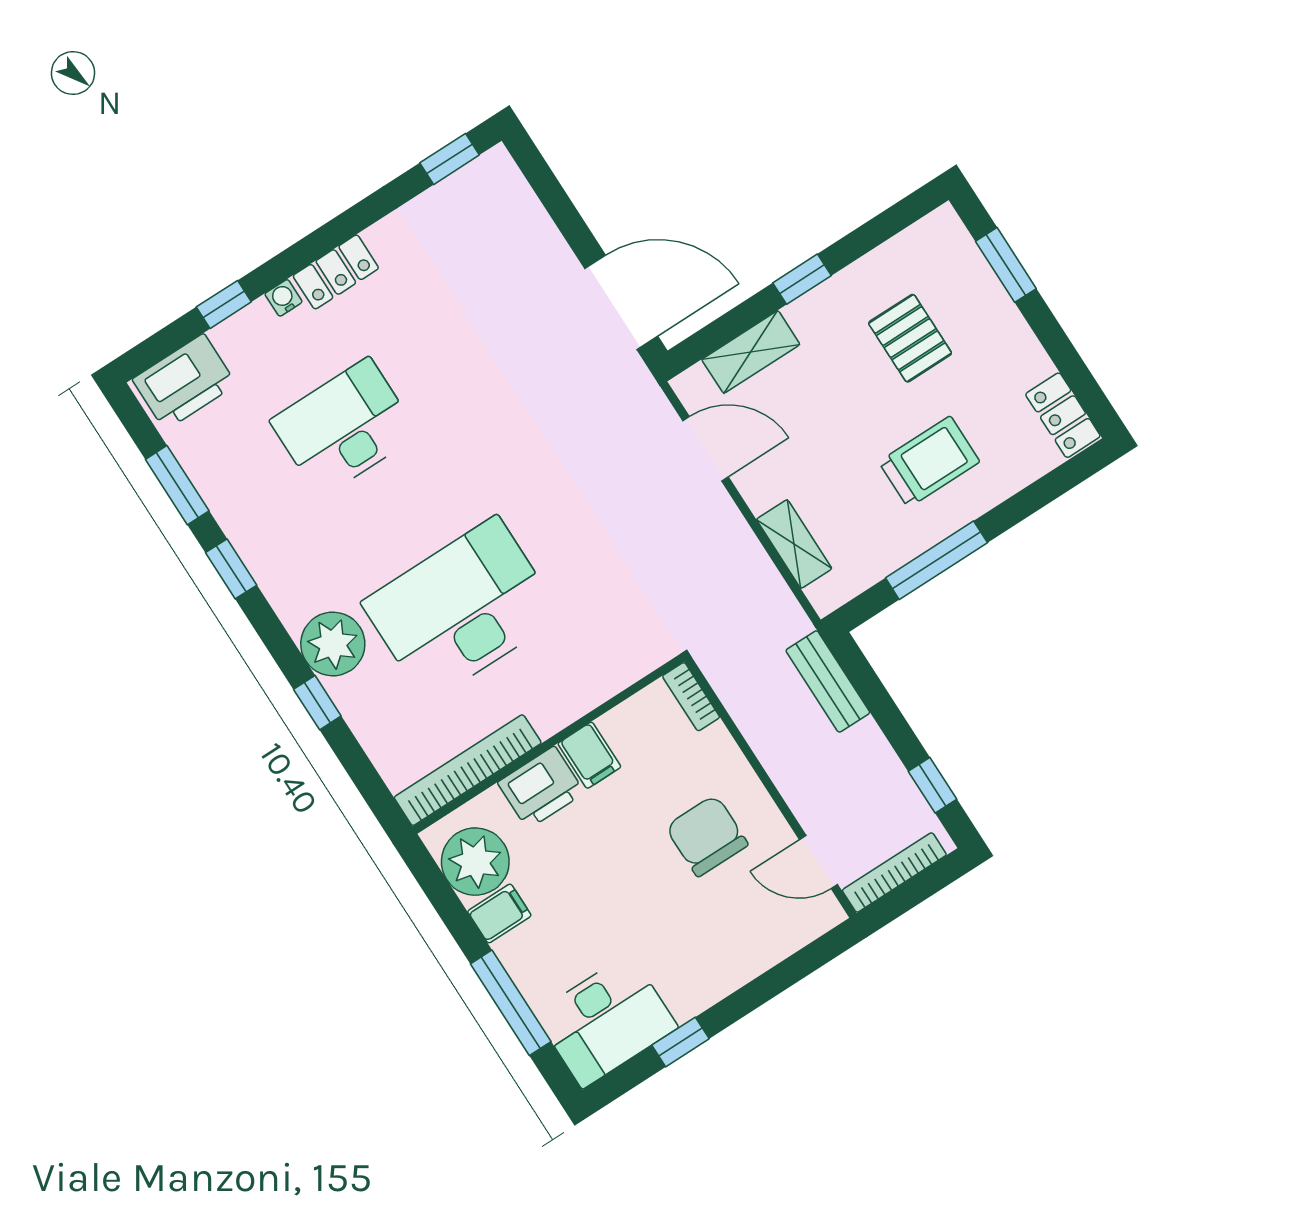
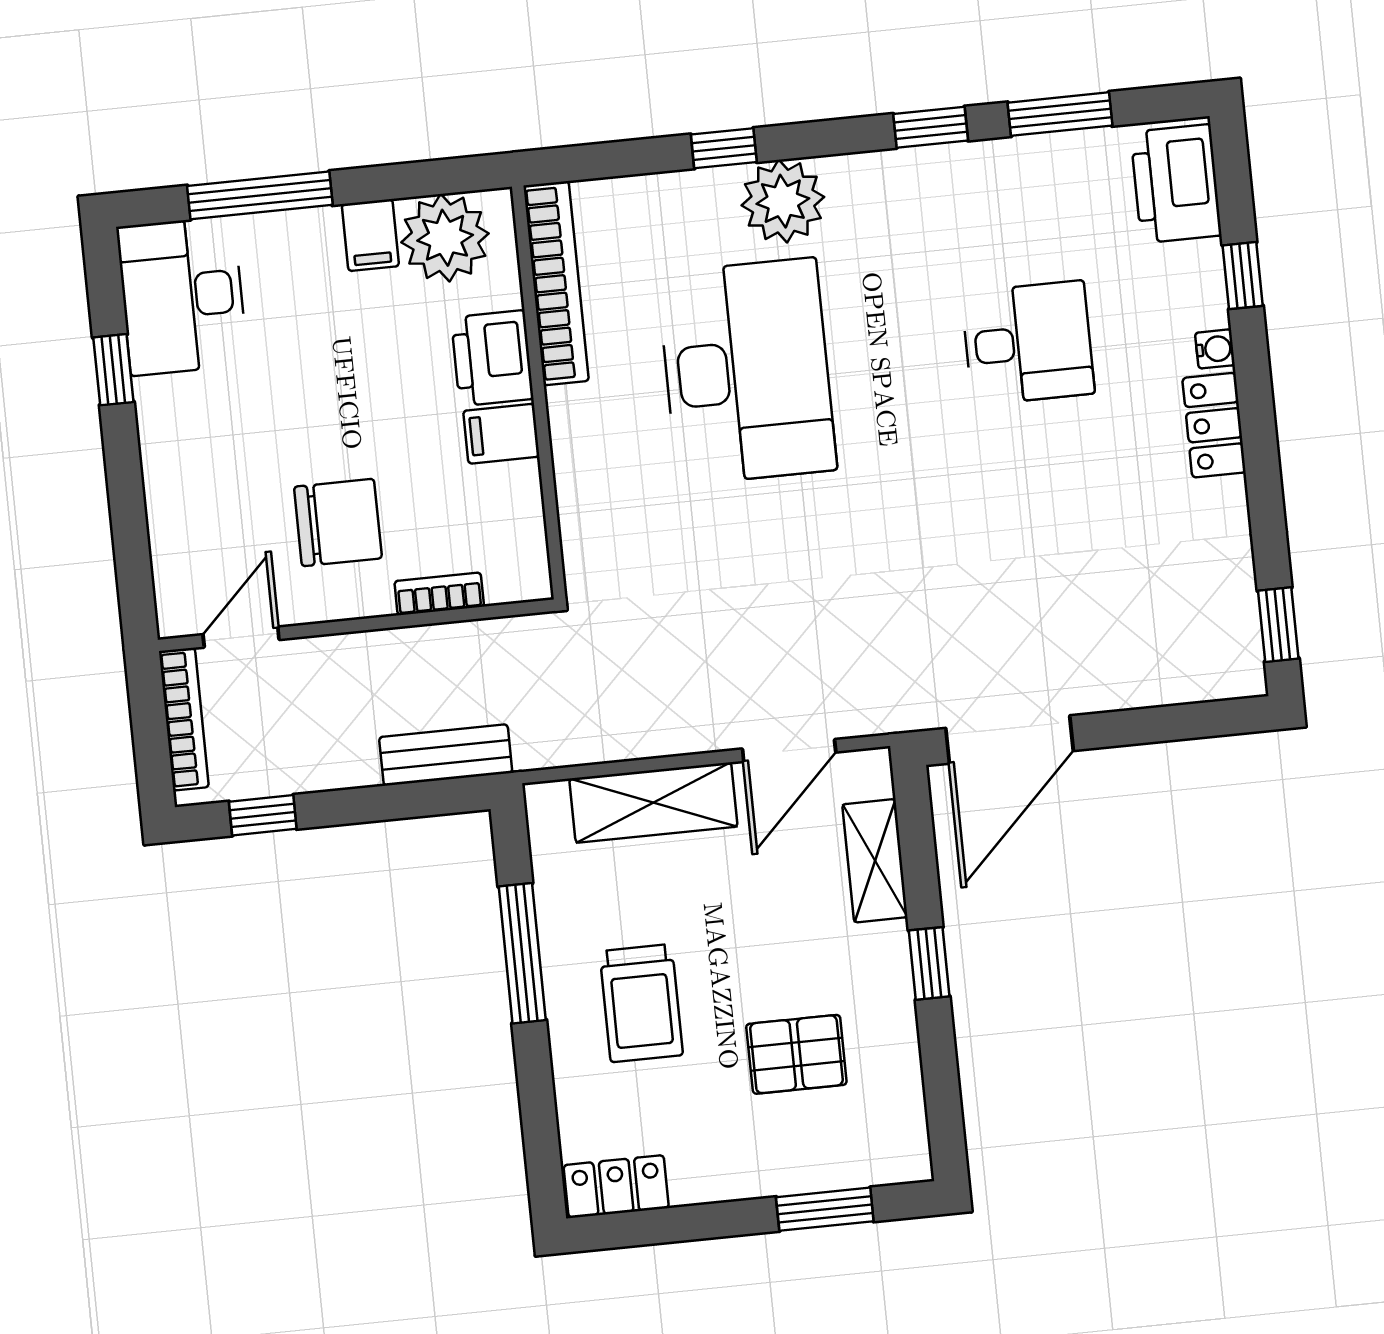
desk: (344, 428) -> (1028, 343), width x0.73
shelving: (794, 544) -> (653, 803), width x1.50, depth x1.33
bookcase: (691, 697) -> (439, 594), moved

